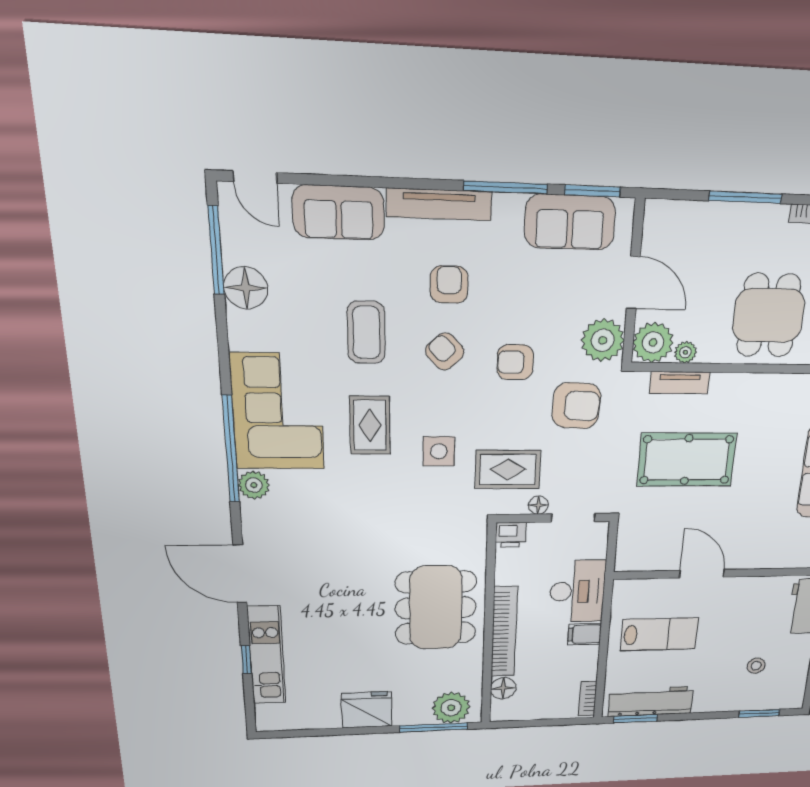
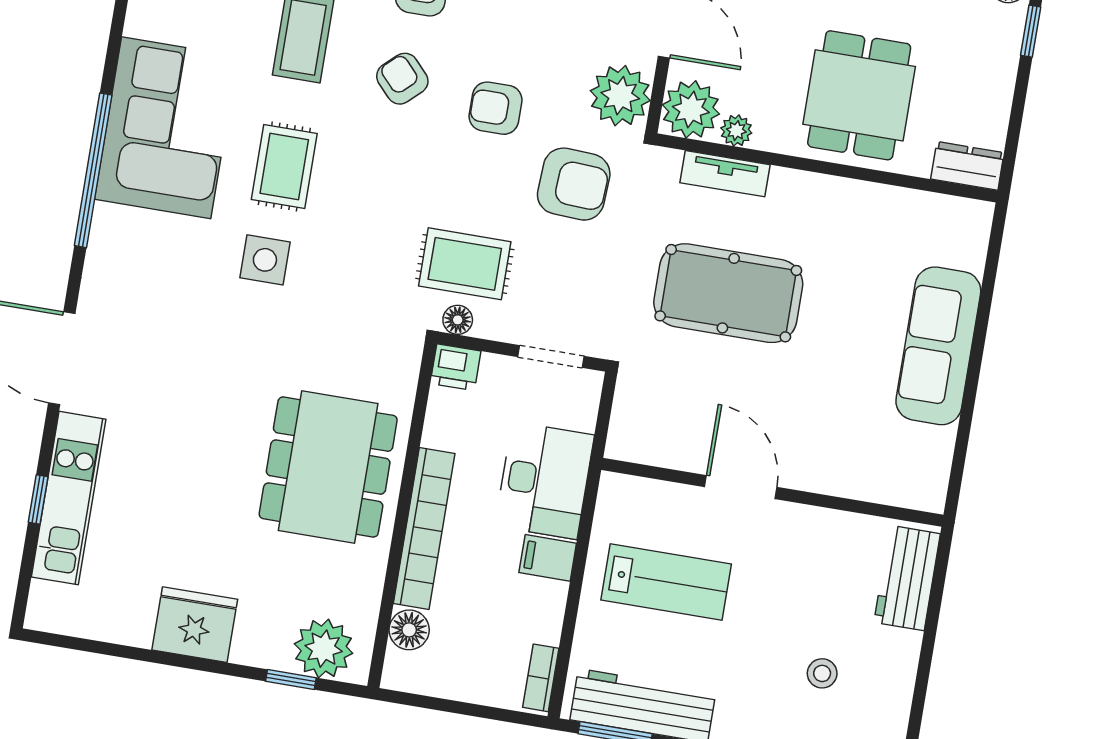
side table: (439, 451) -> (265, 260), moved
plant: (254, 485) -> (111, 227), removed
floor lamp: (538, 505) -> (458, 320), moved
window: (434, 727) -> (291, 679), width x0.46

